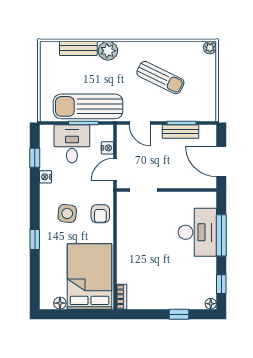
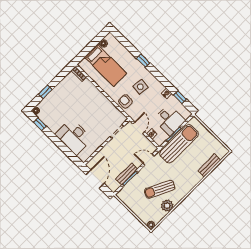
plant: (108, 51) -> (167, 206), moved
door: (221, 161) -> (95, 179), hinge flipped
window: (221, 235) -> (62, 146), removed
bed: (89, 276) -> (105, 65), width x0.67

